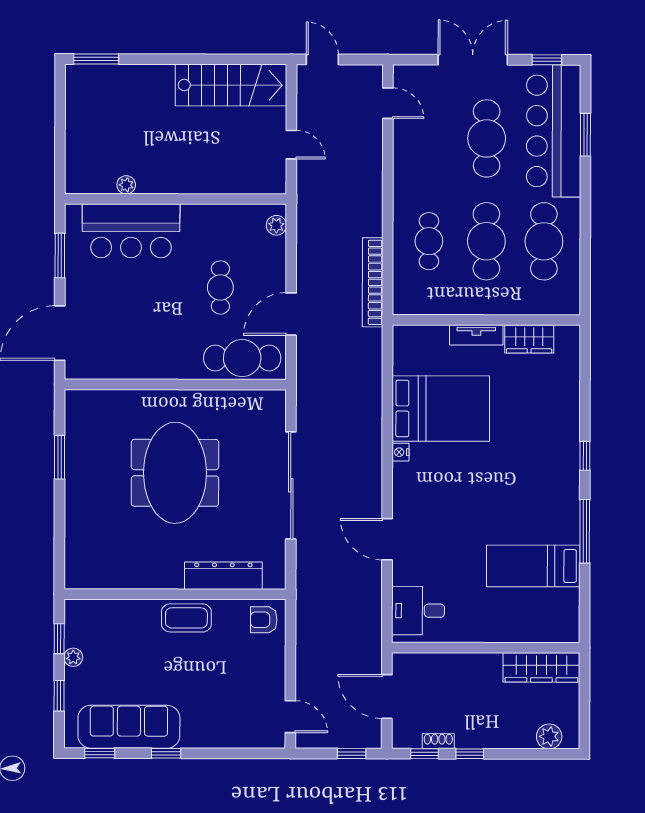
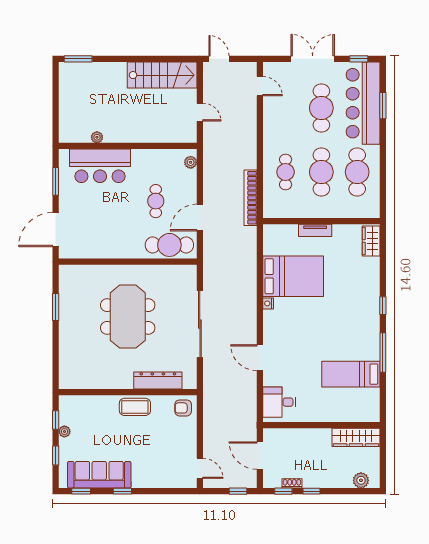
wardrobe: (529, 339) -> (371, 241), moved, turned 90

